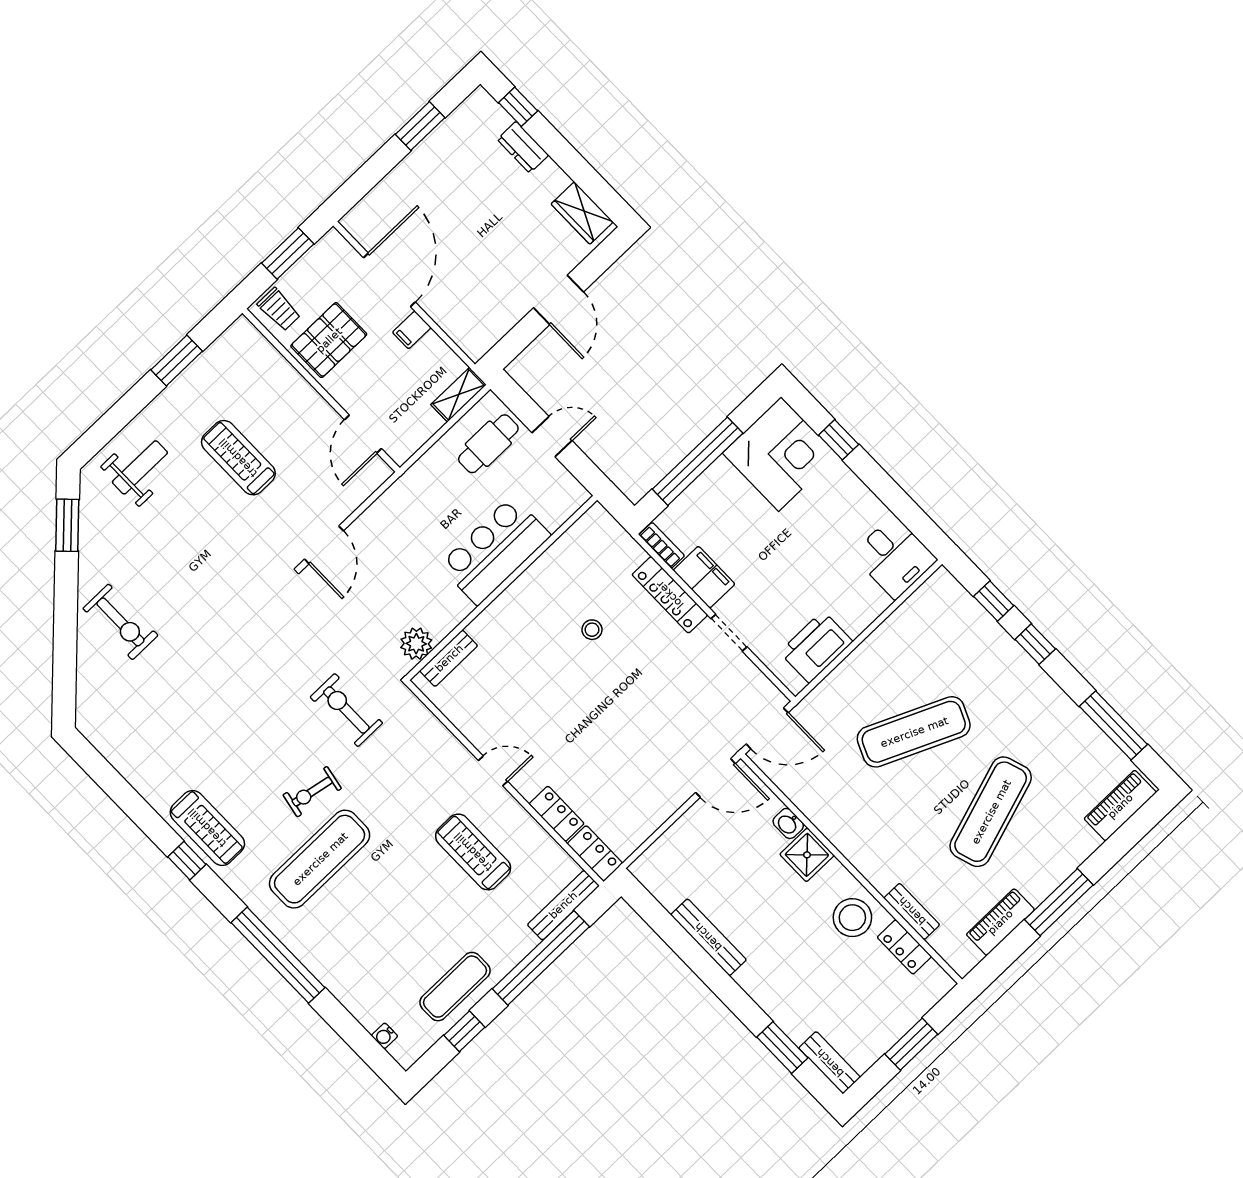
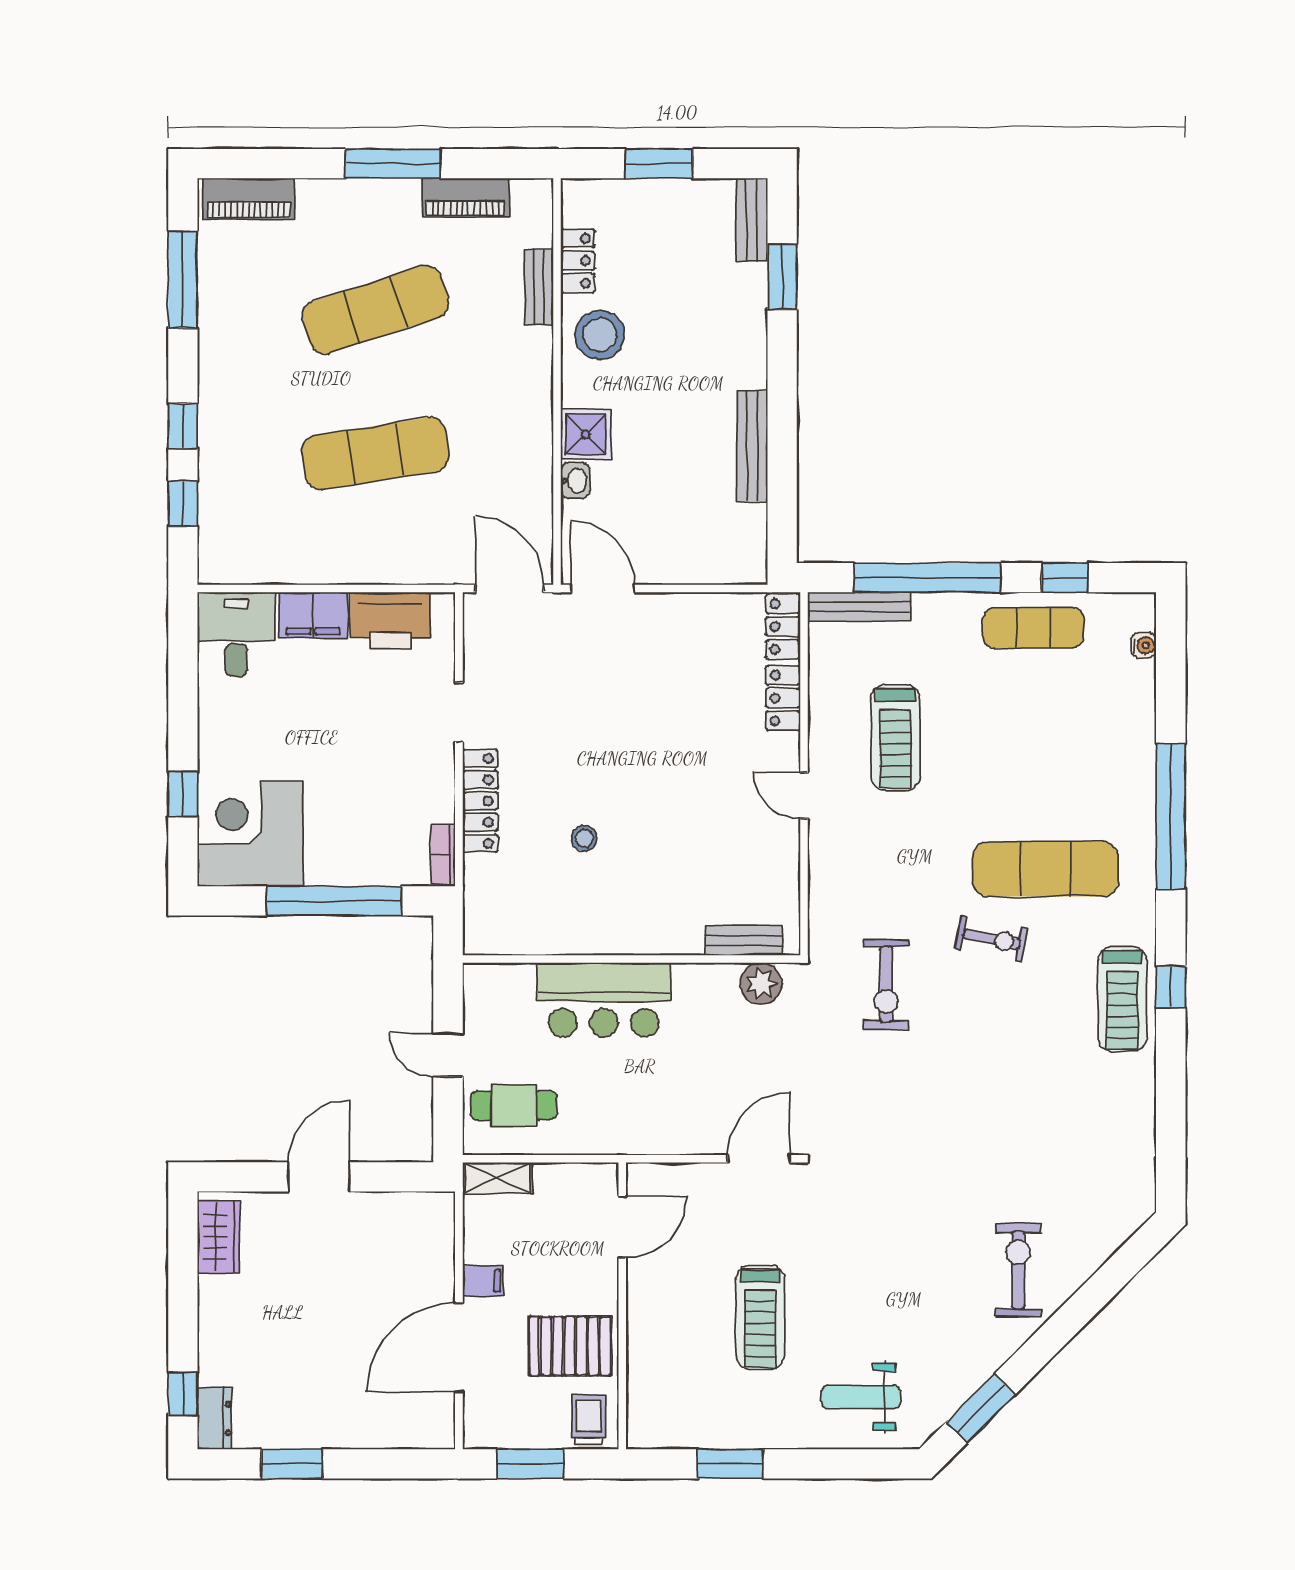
dresser: (523, 147) -> (215, 1419), moved
filing cabinet: (704, 577) -> (313, 615), moved, turned -90
exercise mat: (914, 732) -> (375, 453), turned -33
treadmill: (207, 828) -> (1122, 999), turned 180

